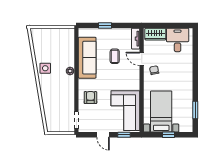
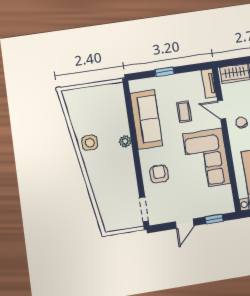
corner sofa: (125, 111) -> (206, 159), moved
door: (103, 135) -> (185, 224), hinge flipped

